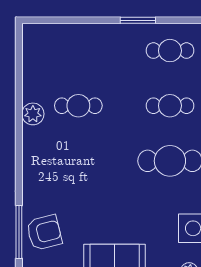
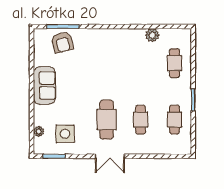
cafe table: (78, 106) -> (174, 63), moved
plant: (33, 114) -> (152, 35), moved

